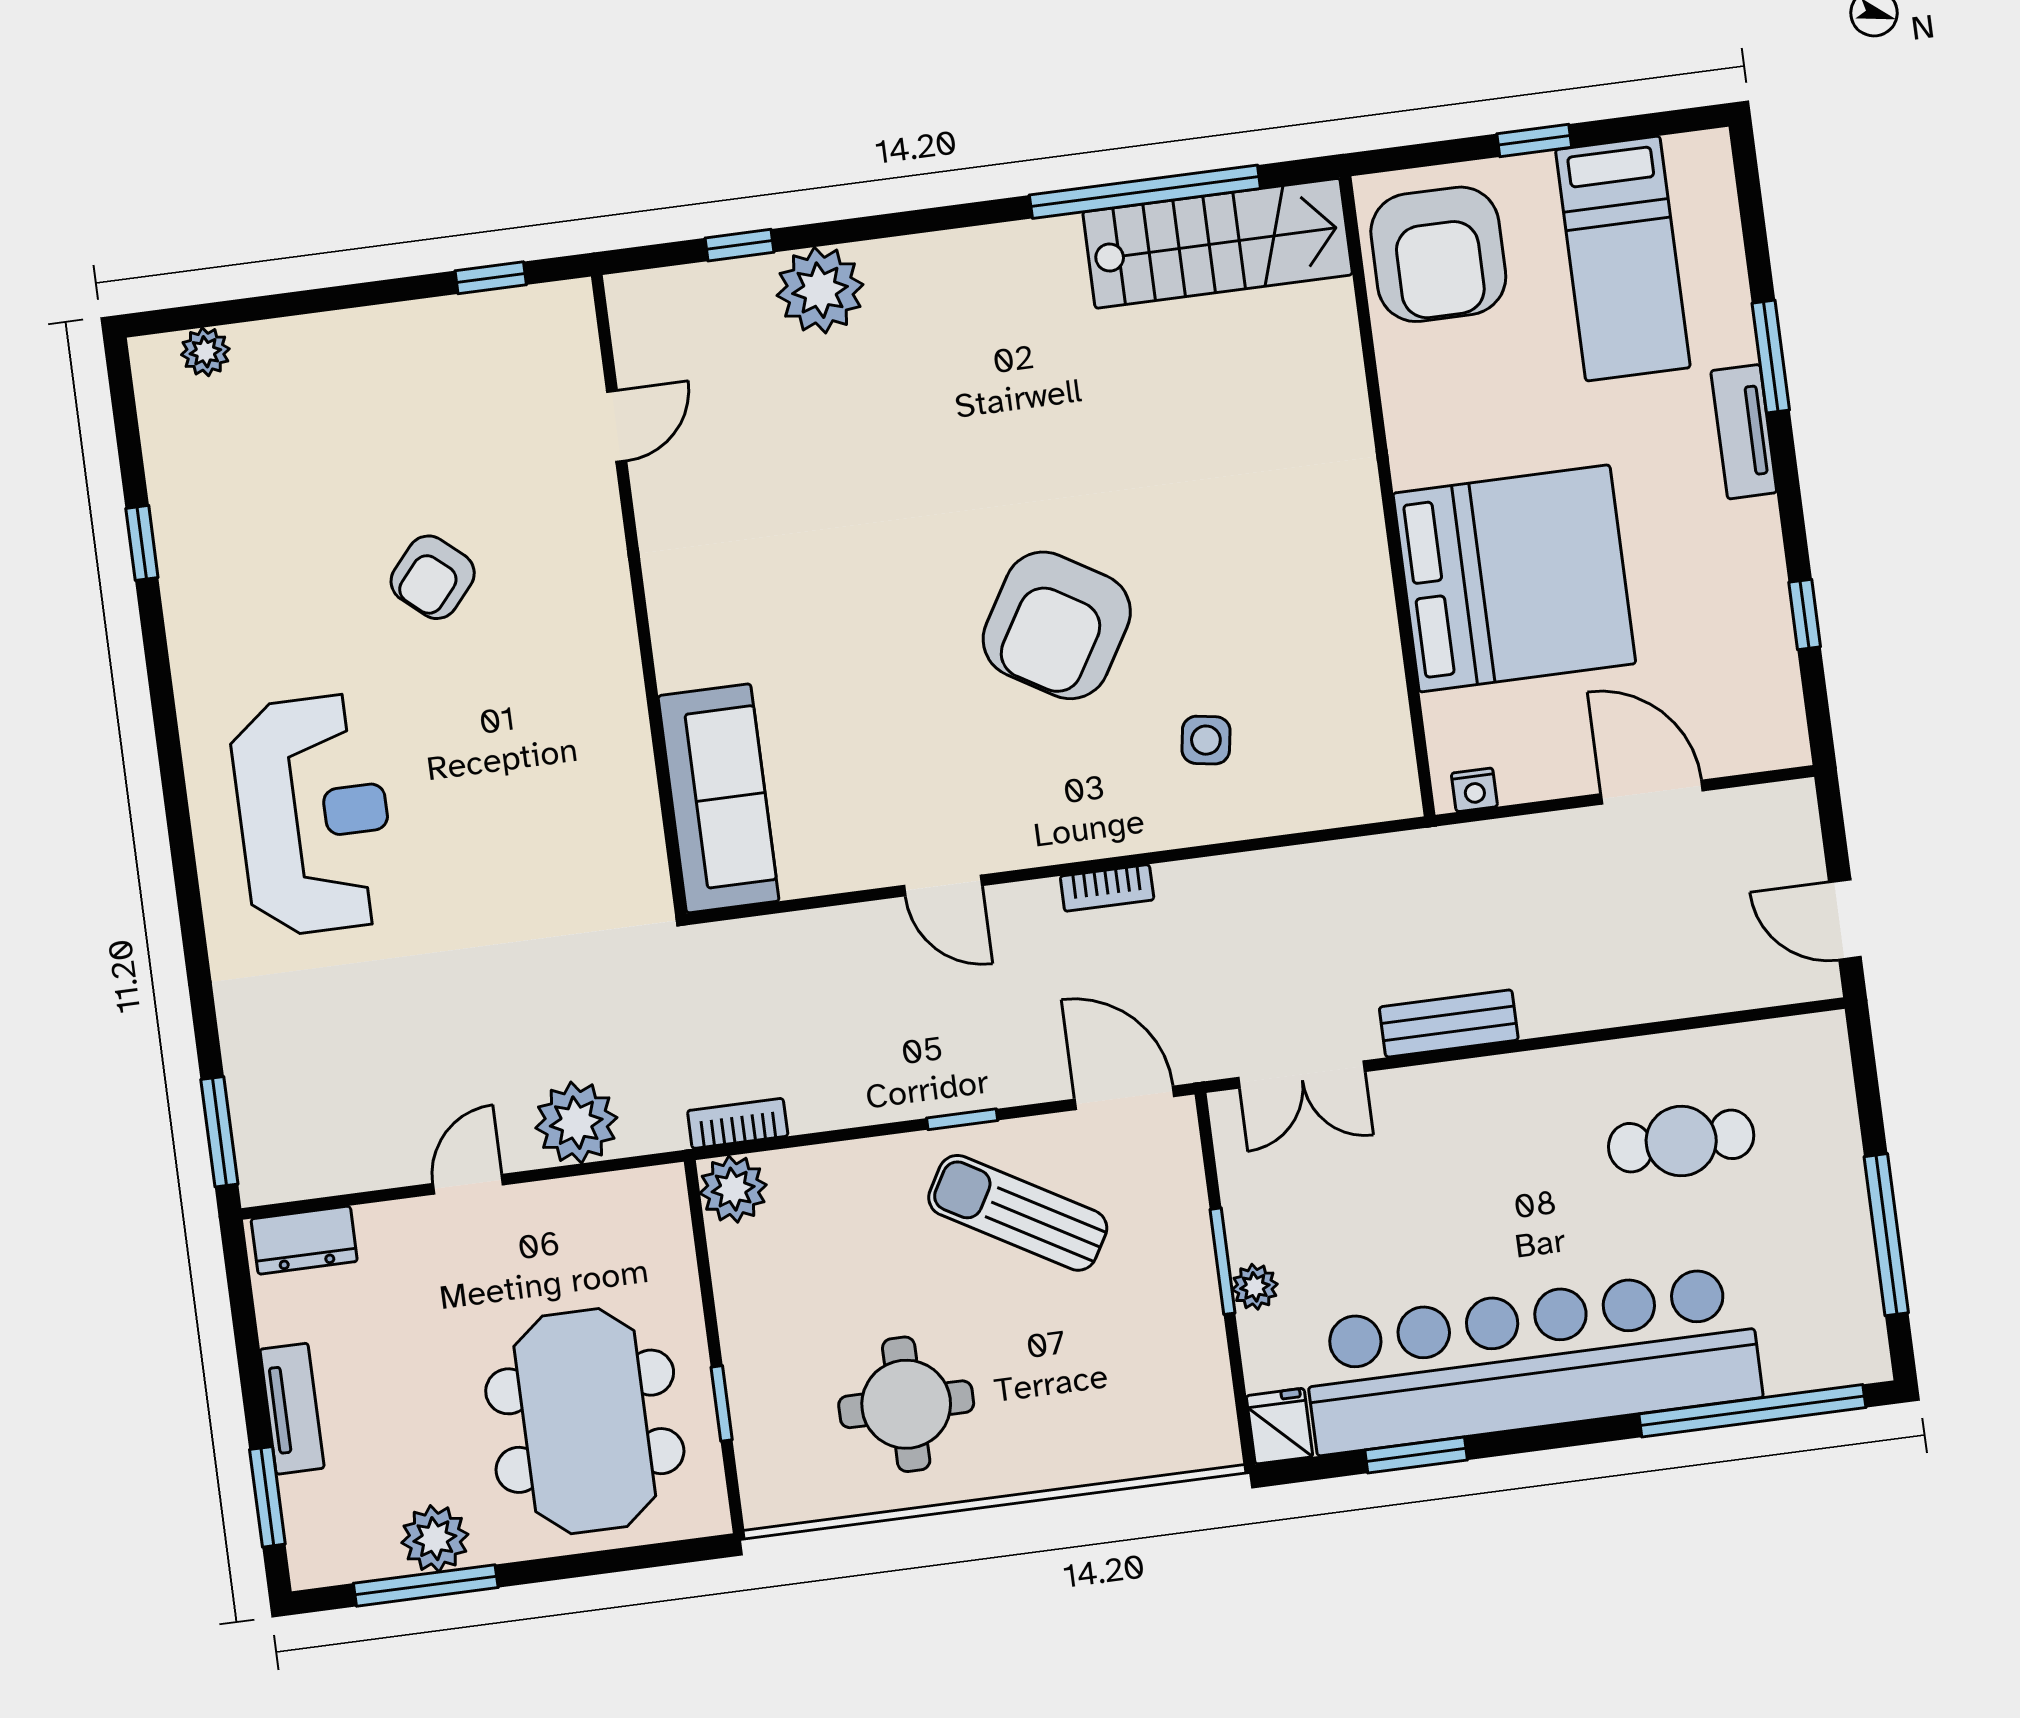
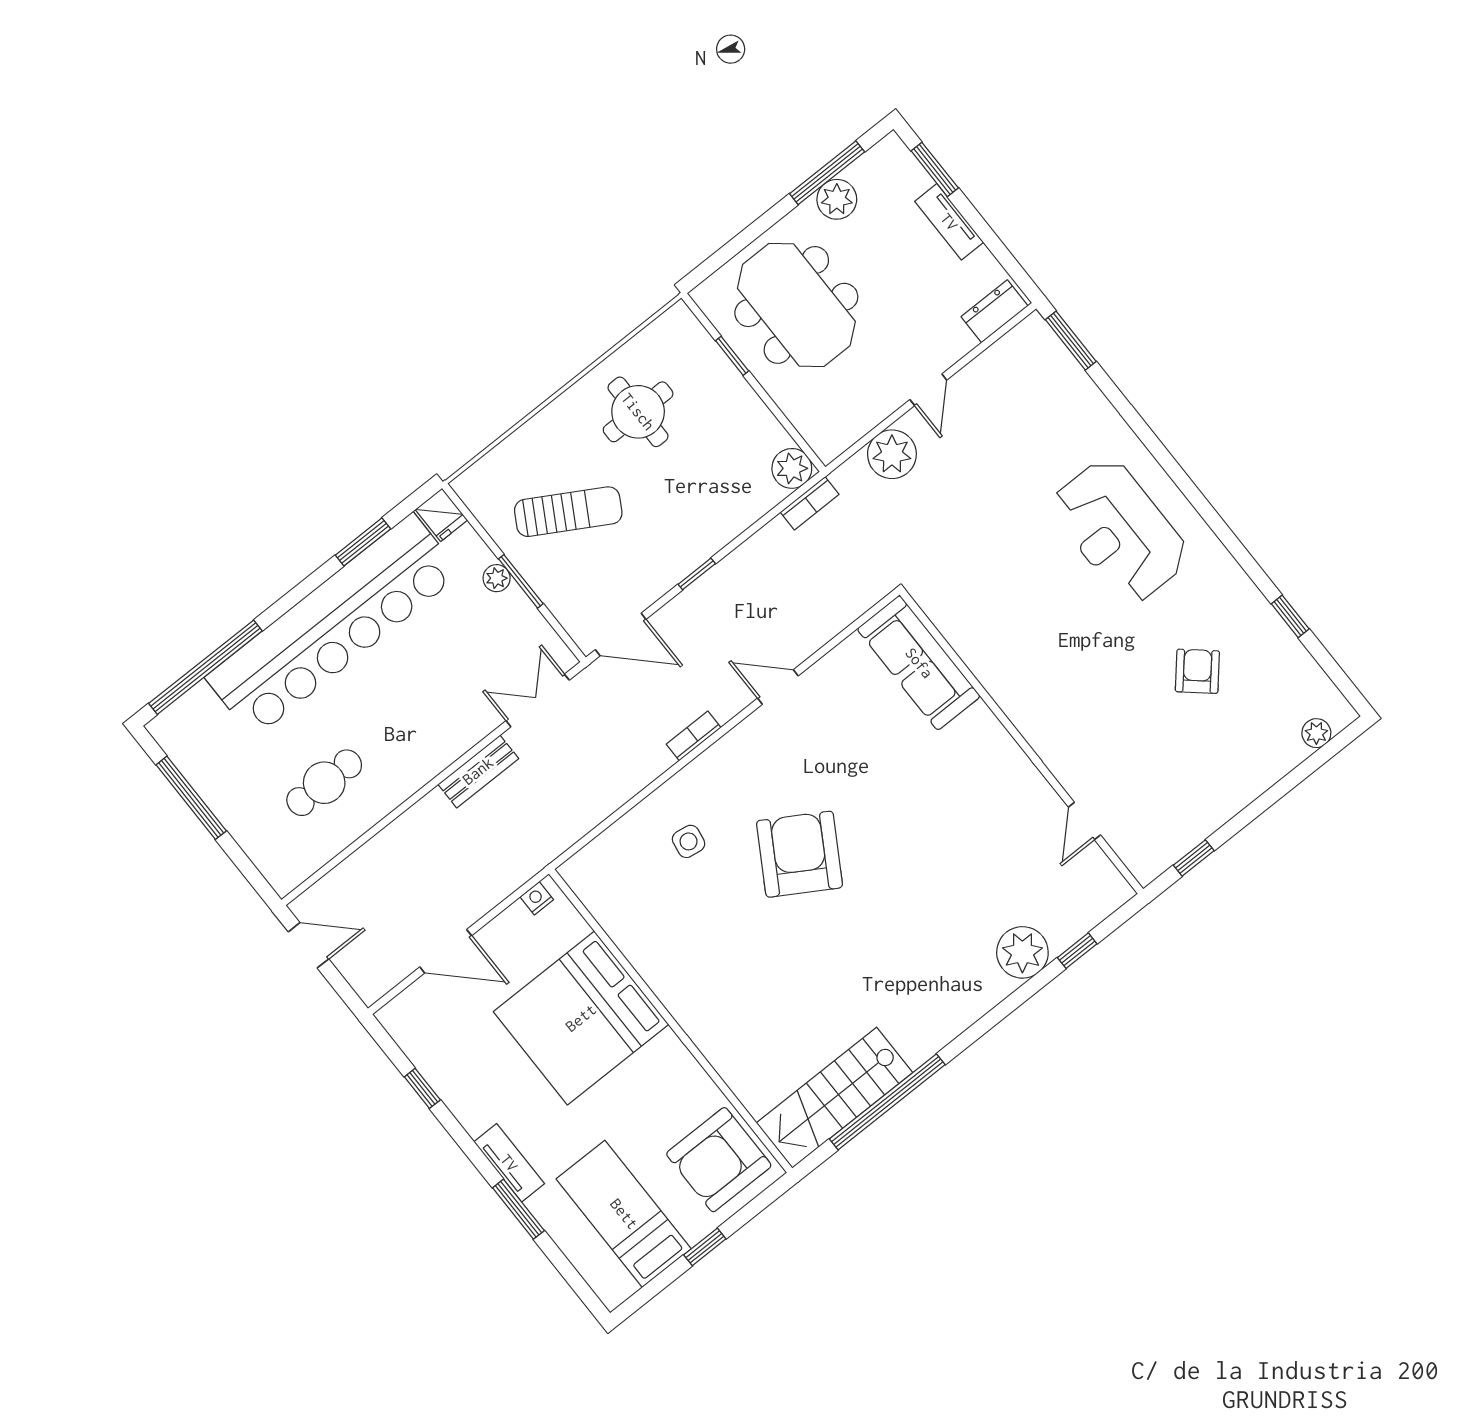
armchair: (1438, 254) -> (719, 1160), turned -90
armchair: (433, 577) -> (1197, 671), moved
sun lounger: (1018, 1213) -> (568, 512), moved

